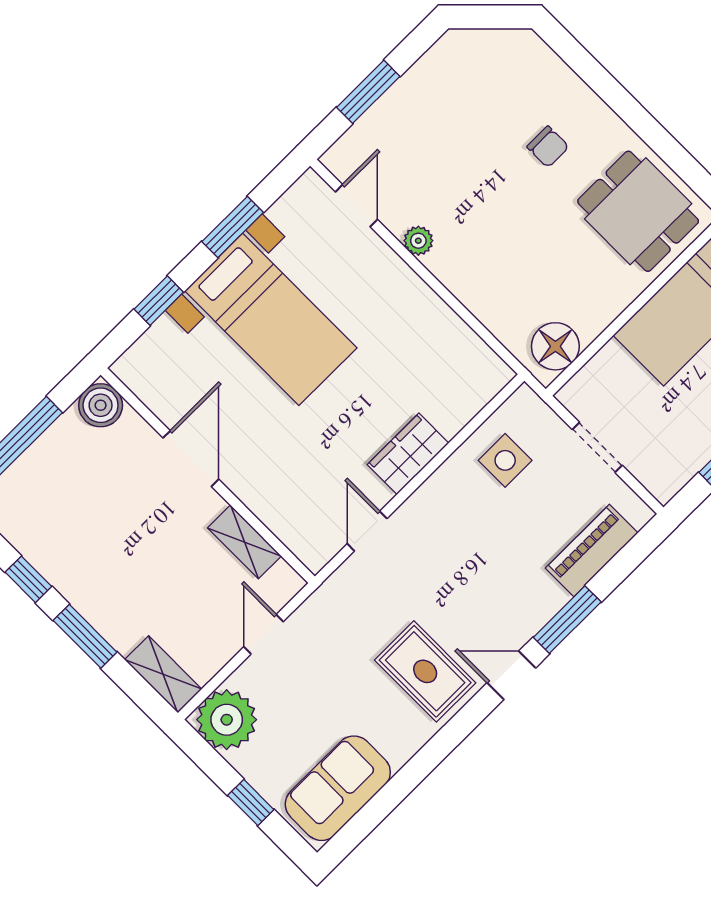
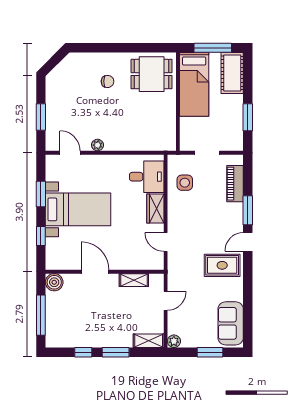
floor lamp: (555, 346) -> (166, 136), removed
desk: (449, 383) -> (147, 177), added
door: (264, 634) -> (166, 301), swing flipped
plant: (227, 720) -> (174, 341), width x0.53, depth x0.53
window: (251, 802) -> (210, 352), width x1.50

